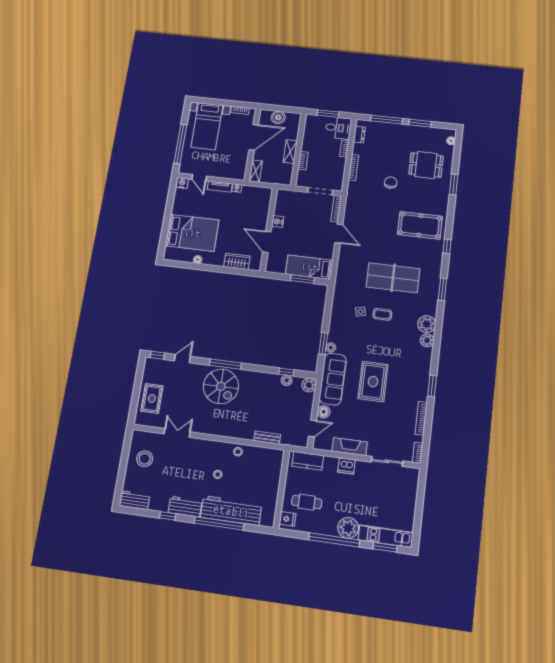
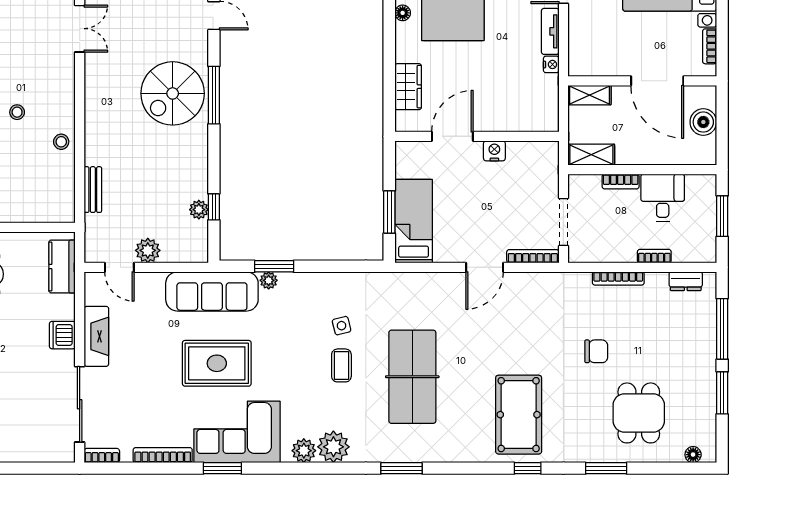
desk: (338, 128) -> (663, 198), moved, turned 180
shelving: (290, 152) -> (591, 155), moved
window: (447, 246) -> (528, 468), moved
corner sofa: (413, 375) -> (237, 432), added
plant: (309, 385) -> (148, 250), moved
floor lamp: (324, 412) -> (151, 283), removed
sliding door: (387, 461) -> (80, 404), width x1.37

